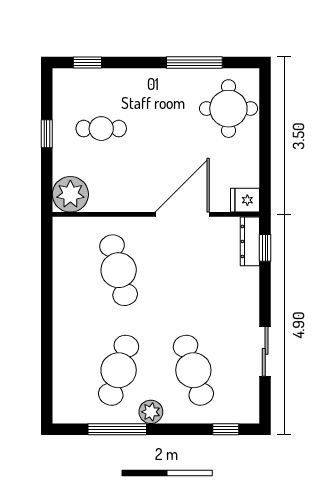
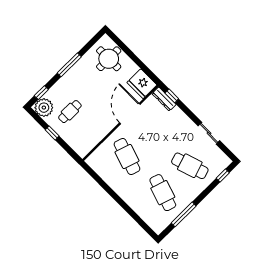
window: (194, 63) -> (69, 65), moved
plant: (70, 194) -> (44, 108), moved
fridge: (245, 200) -> (142, 84), width x1.88, depth x1.34
cafe table: (119, 270) -> (127, 156), turned 33
plant: (151, 412) -> (189, 196), removed

